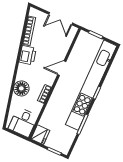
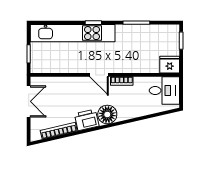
door: (62, 68) -> (99, 75), moved
kitchen unit: (91, 85) -> (73, 33), width x0.73
floor lamp: (21, 88) -> (107, 114), moved

